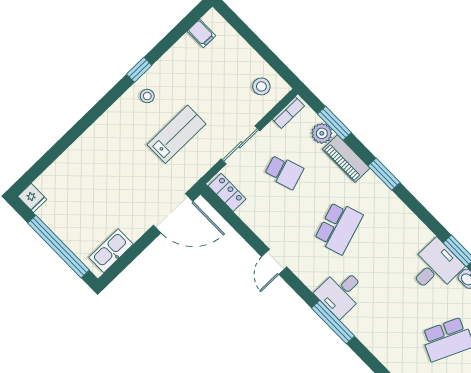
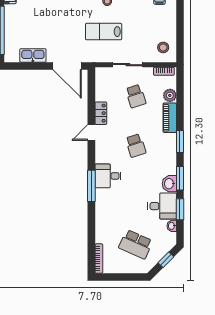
window: (334, 123) -> (180, 178), moved
lab bench: (176, 134) -> (104, 32), turned 180
locker: (227, 192) -> (101, 113), moved
school desk: (338, 228) -> (136, 146), width x0.54
washbasin: (419, 234) -> (169, 184), added
kitchen sink: (111, 251) -> (33, 55), moved

